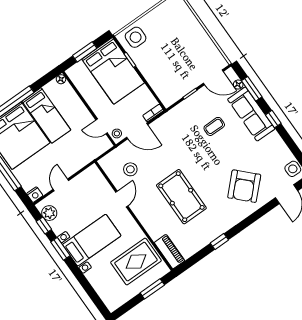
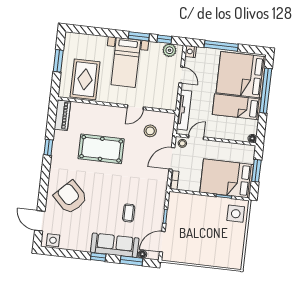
tv unit: (88, 157) -> (184, 110), added
door: (122, 199) -> (135, 107), hinge flipped
piano: (170, 252) -> (62, 115), moved, turned -90
window: (152, 289) -> (58, 61), moved

